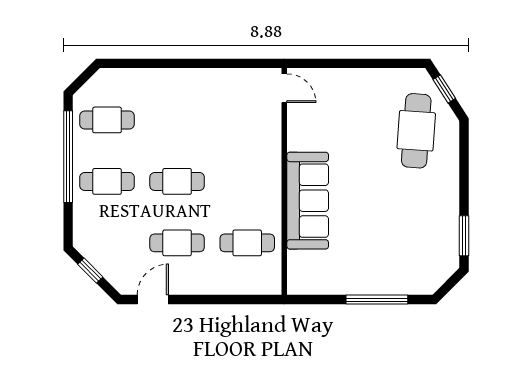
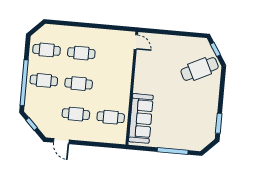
cafe table: (177, 120) -> (81, 53), added
cafe table: (416, 131) -> (200, 69), turned 60
window: (68, 157) -> (24, 83), moved
sofa: (308, 201) -> (141, 118), moved
door: (153, 300) -> (61, 141), swing flipped

